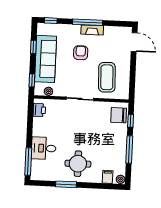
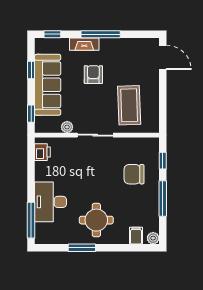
fireplace: (92, 30) -> (84, 44), moved
plant: (48, 91) -> (67, 127), moved
chair: (119, 115) -> (134, 174), moved
desk: (44, 148) -> (51, 202), width x1.37

